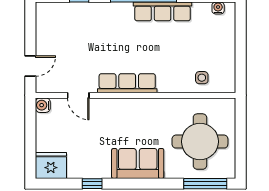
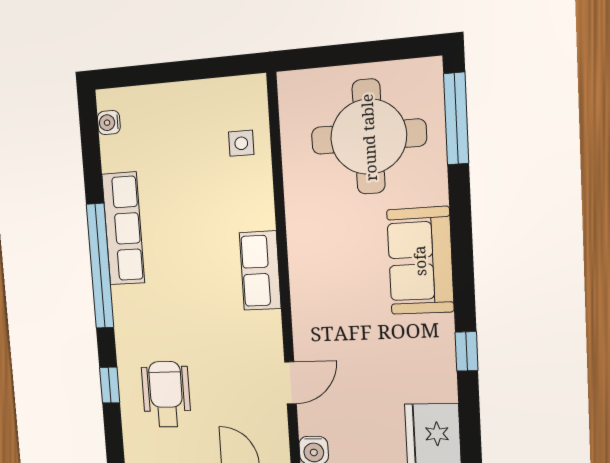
wheelchair: (74, 28) -> (166, 394), added
row of seats: (127, 83) -> (260, 271), width x0.68

